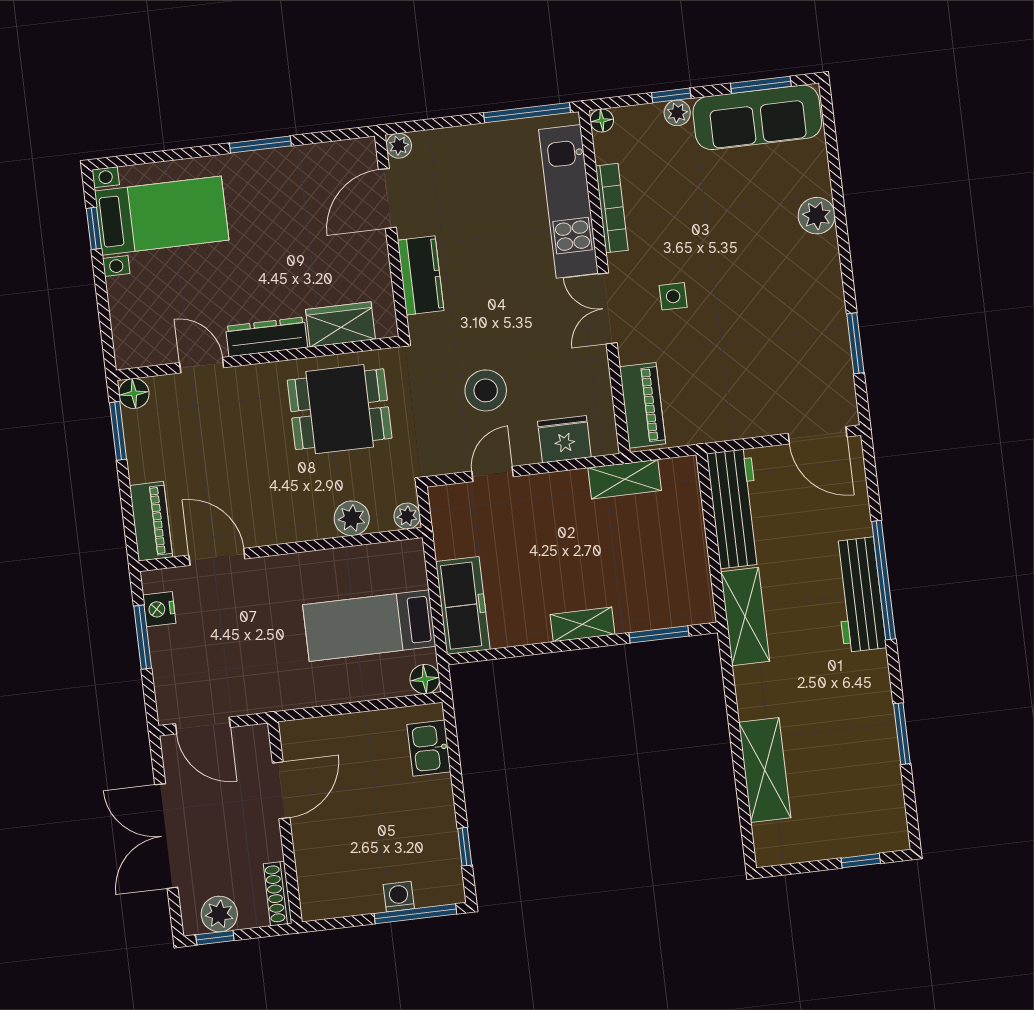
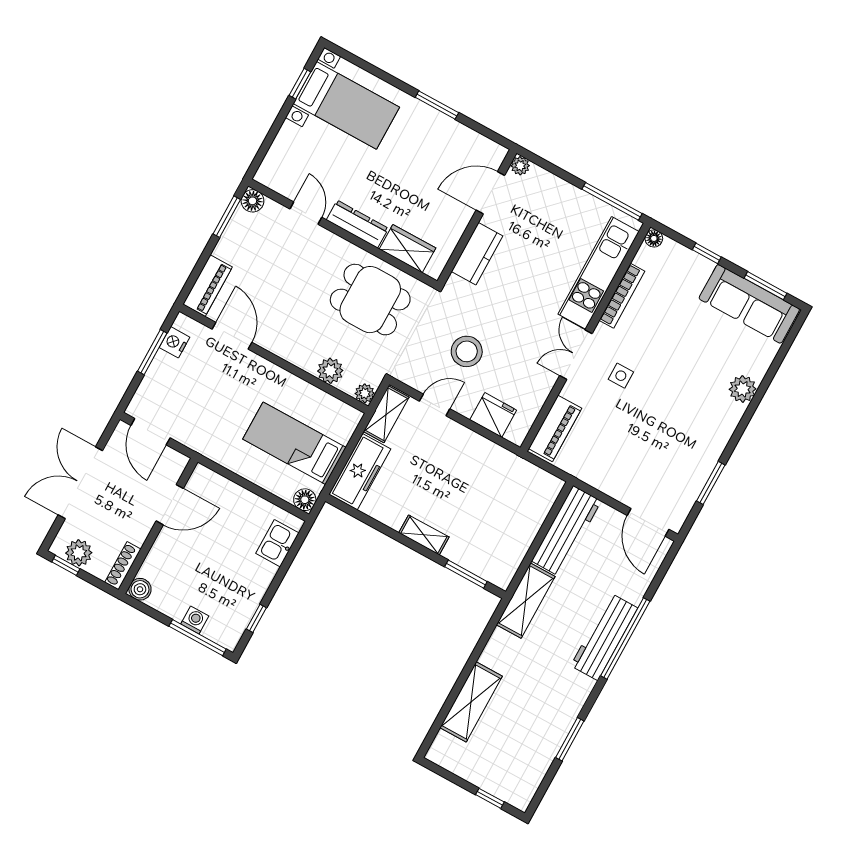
plant: (677, 113) -> (703, 266), removed
shelving: (625, 479) -> (386, 414), moved, turned 90
boiler: (315, 906) -> (140, 589), added

